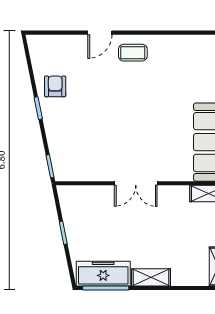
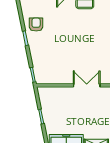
double door: (136, 183) -> (87, 85), swing flipped

